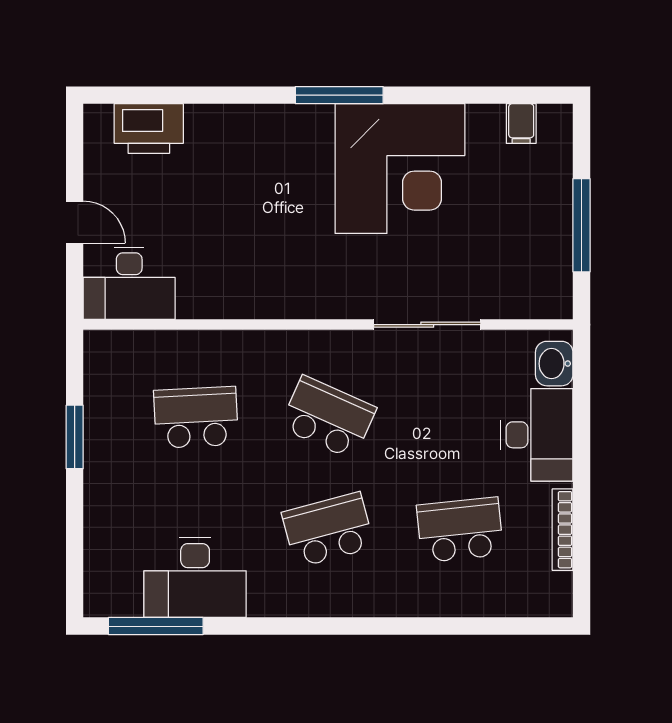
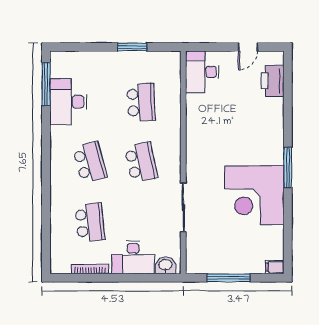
filing cabinet: (521, 124) -> (275, 267), moved
door: (75, 222) -> (248, 47), moved
school desk: (328, 417) -> (141, 162), turned -36

